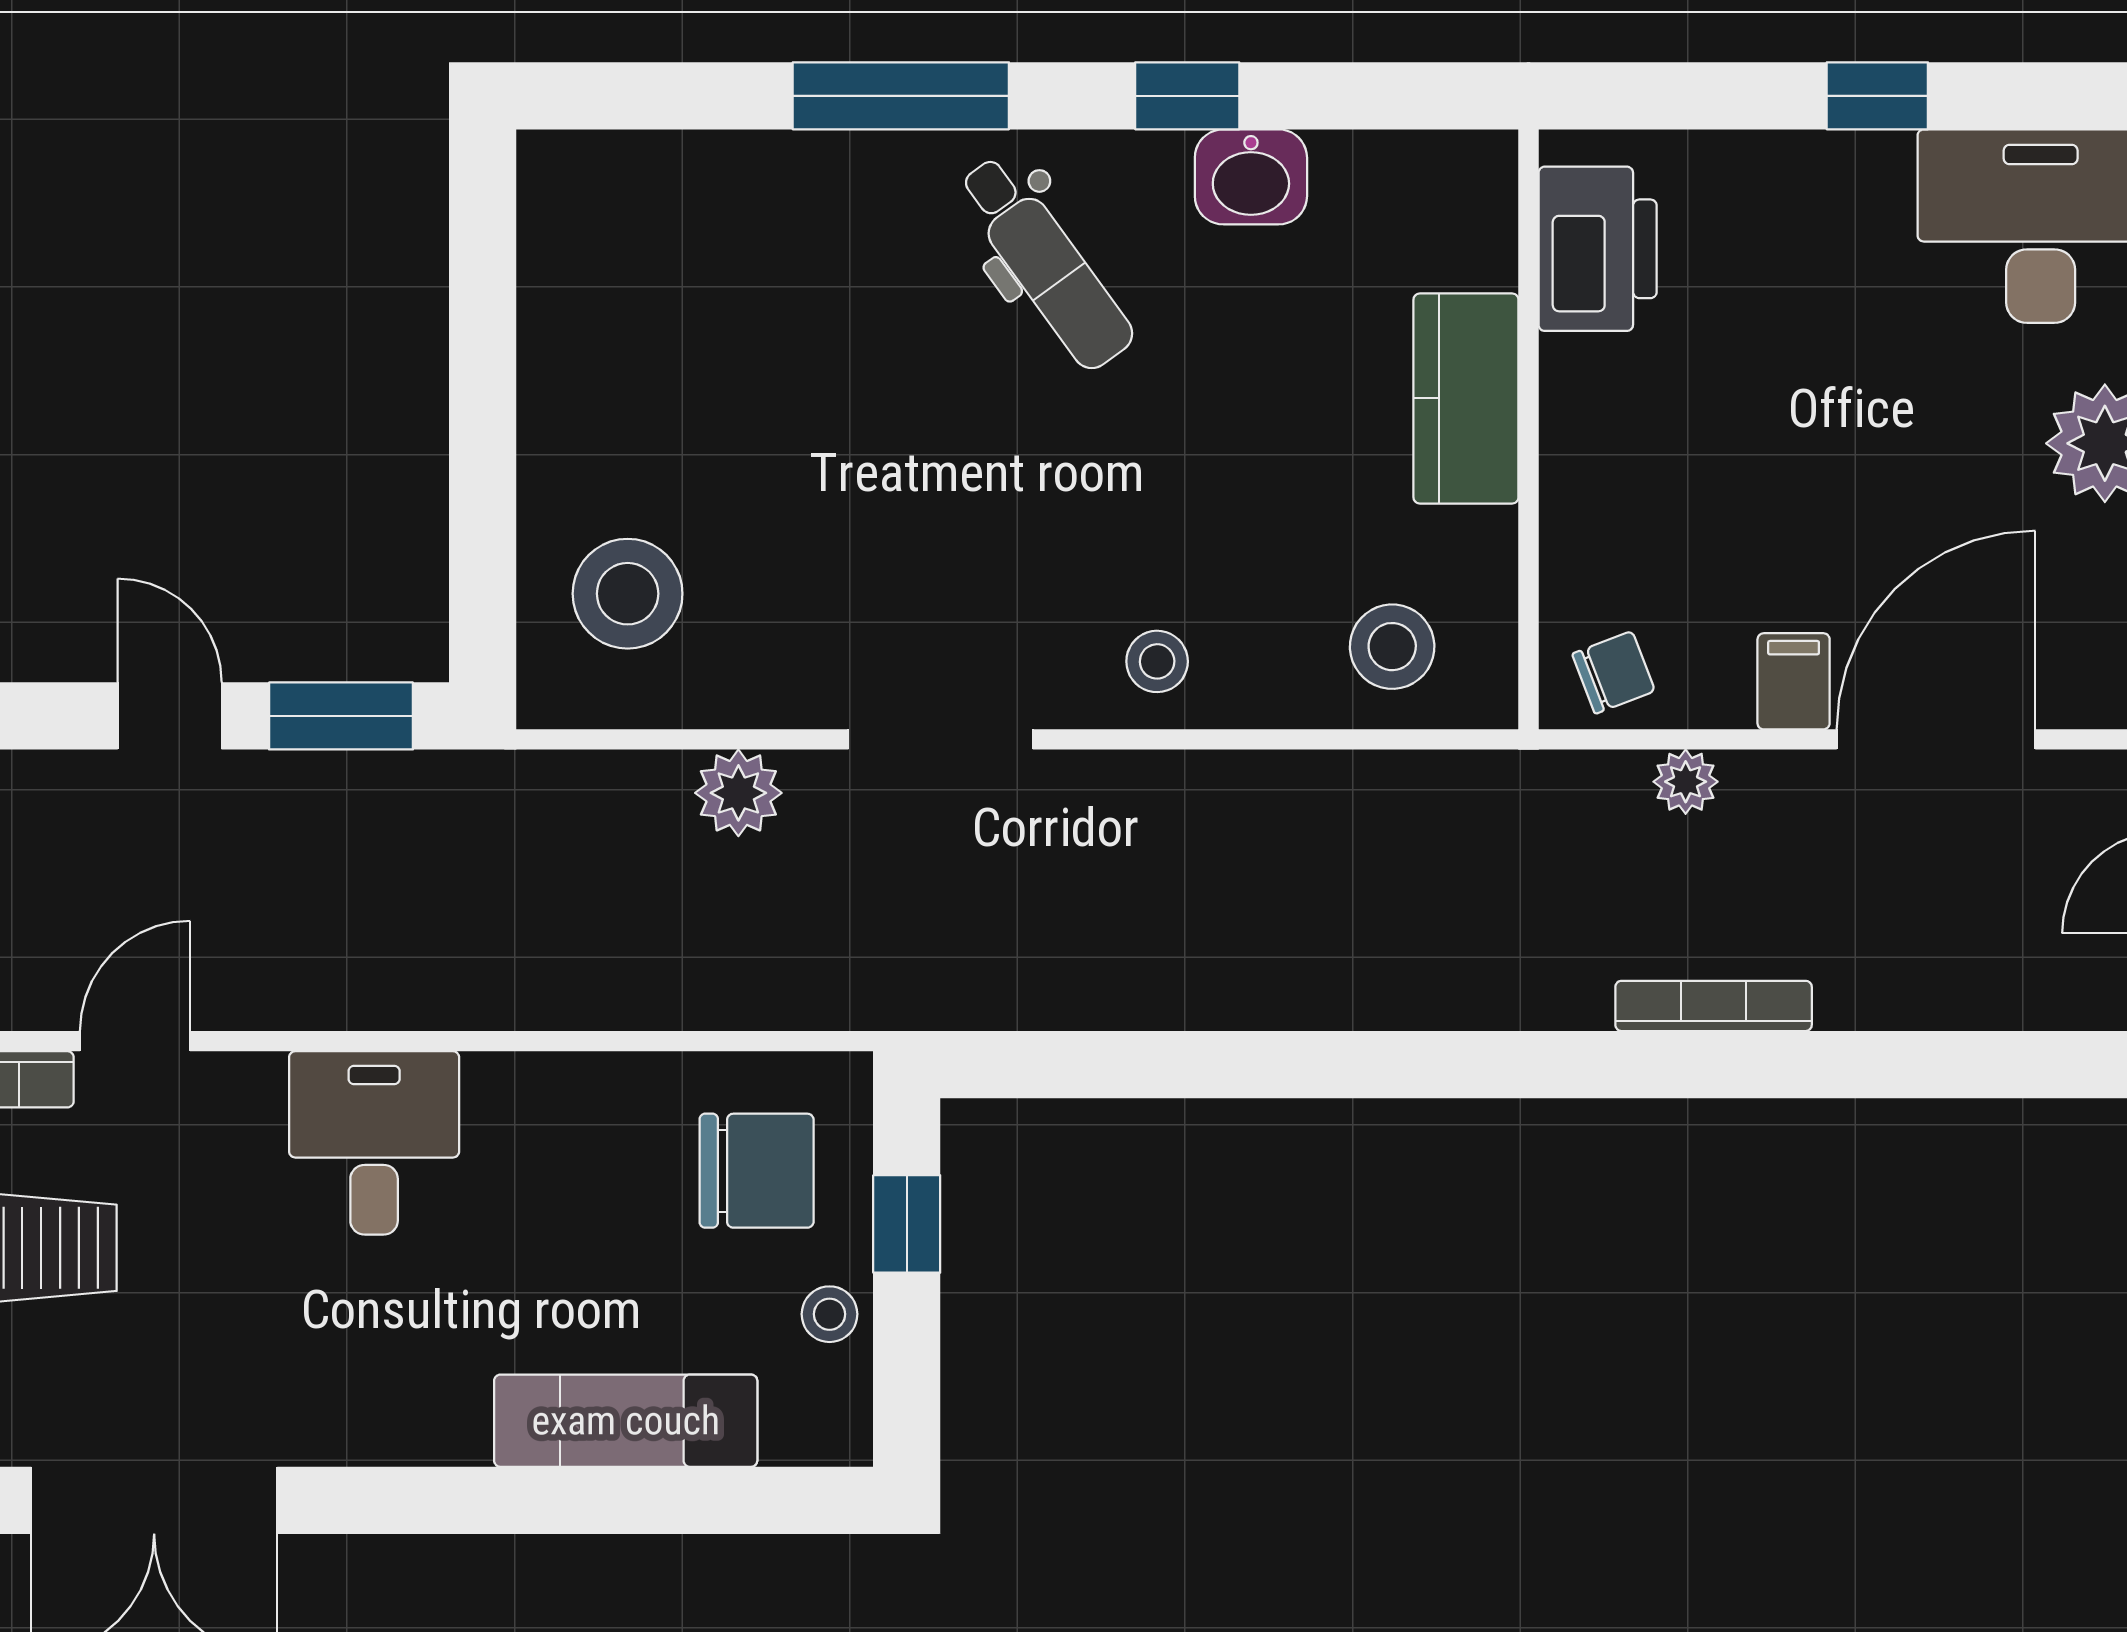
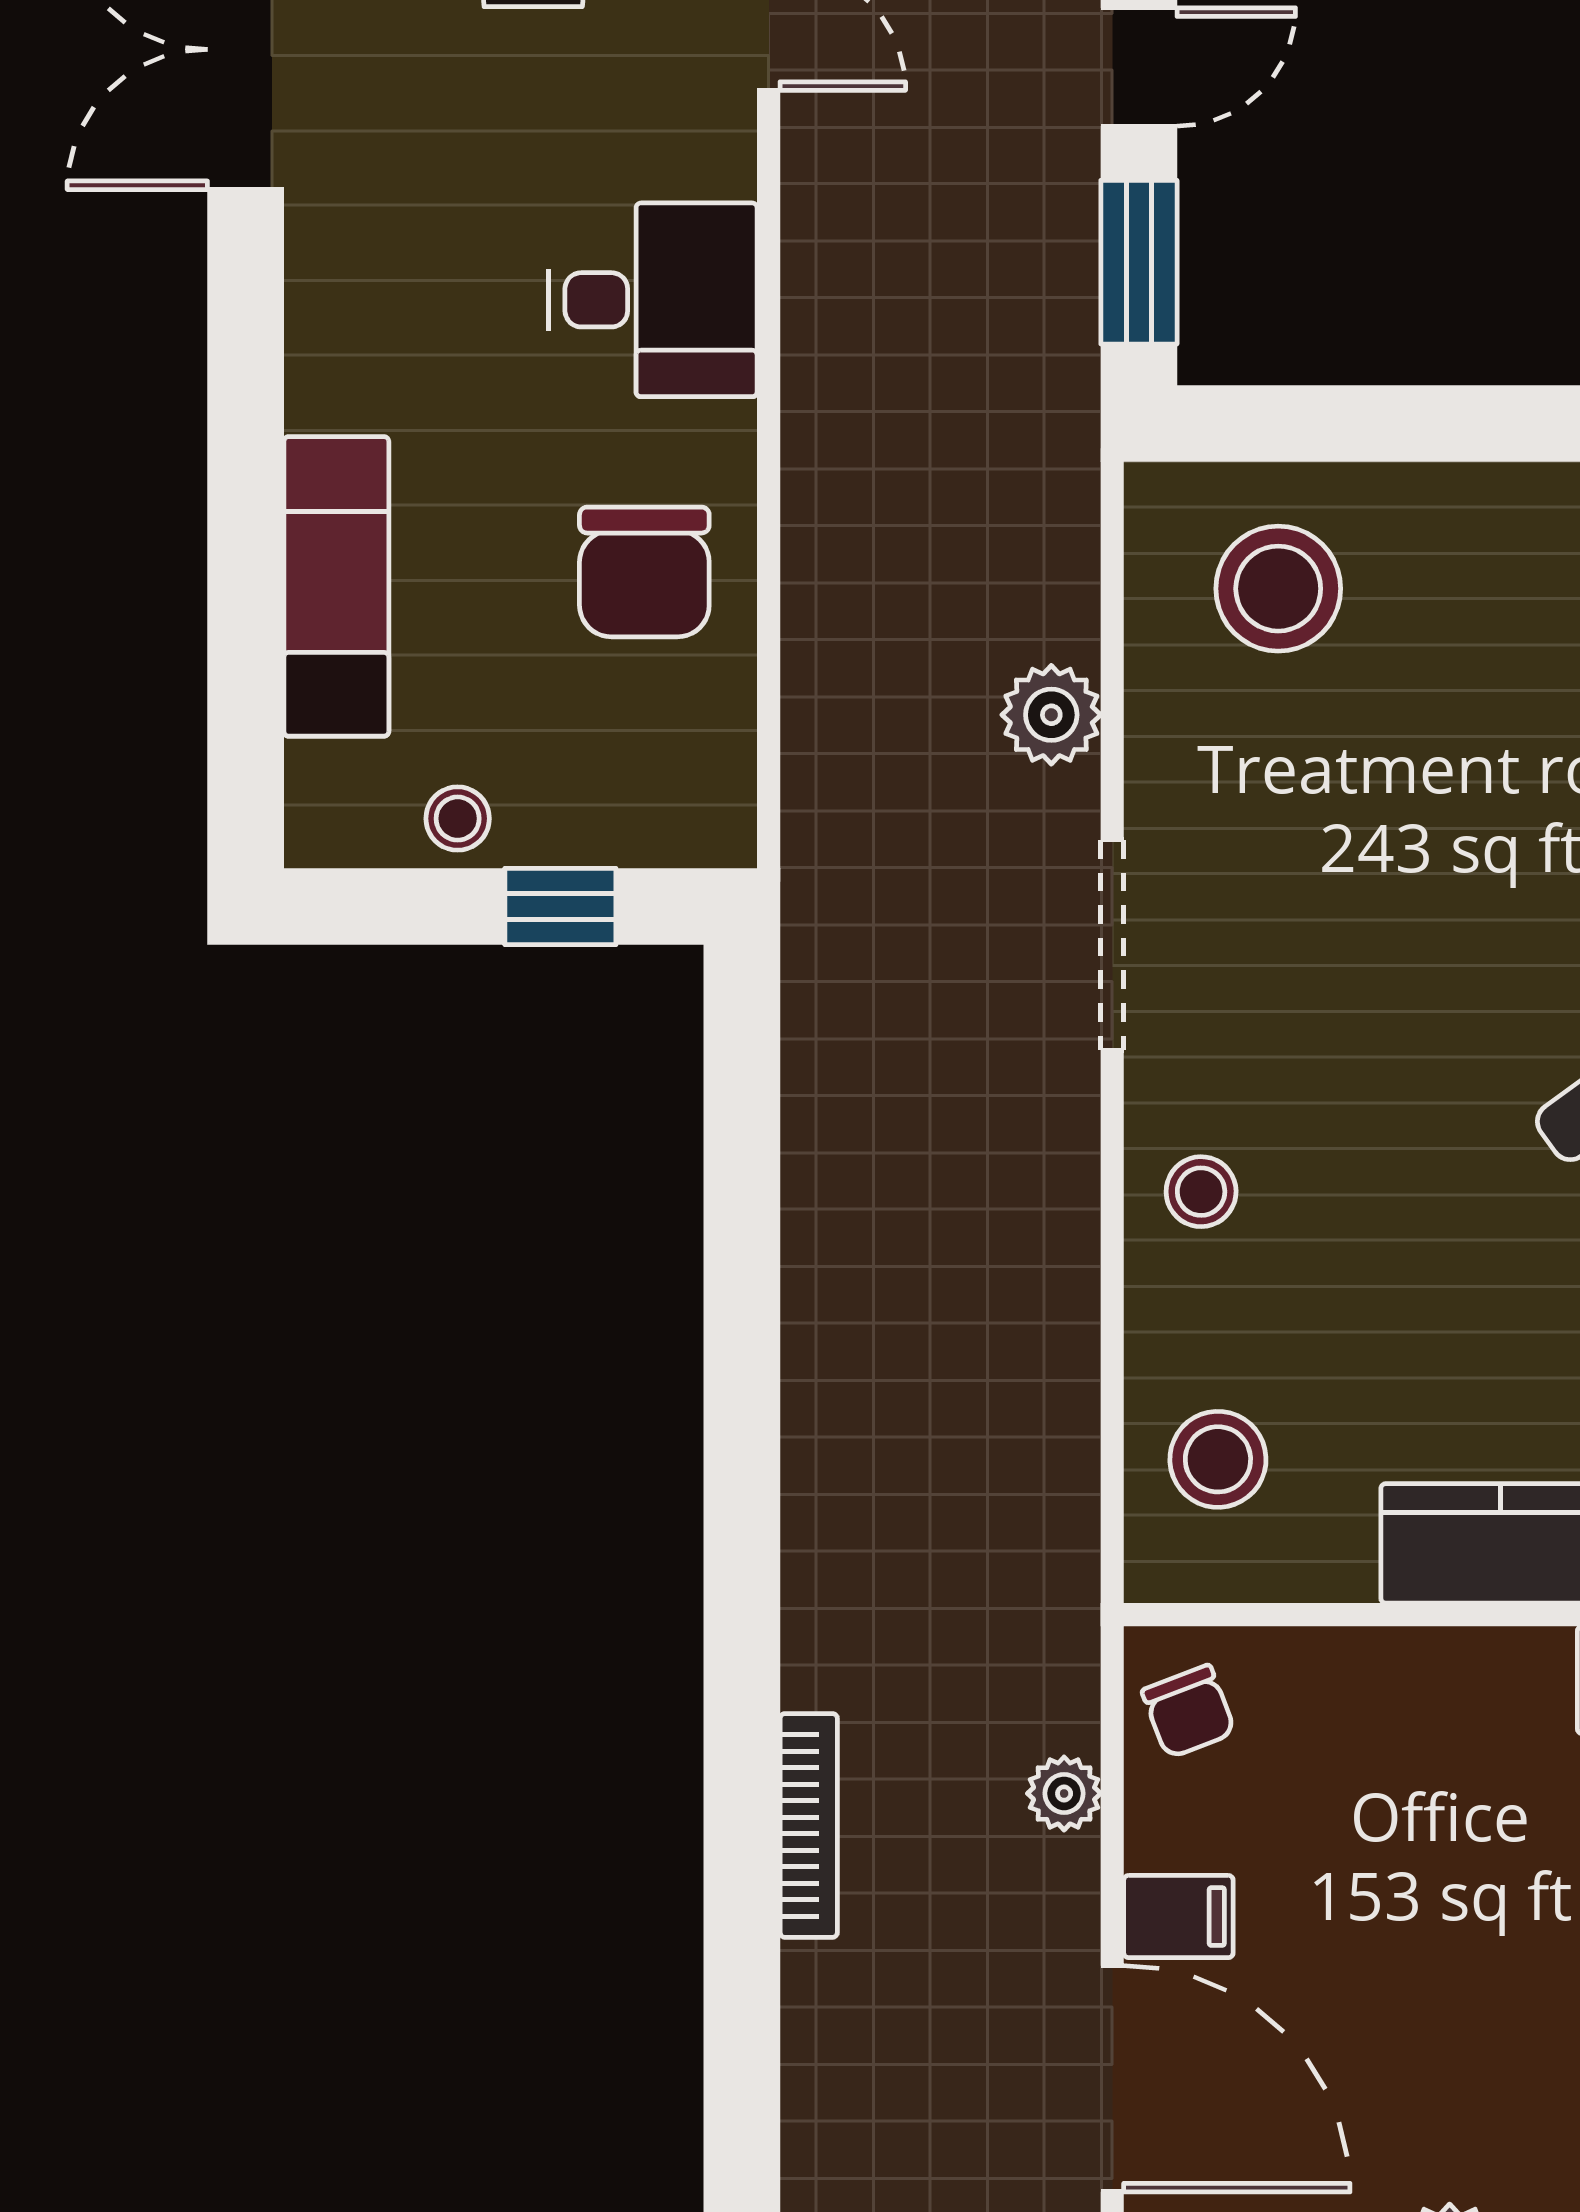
chair: (757, 1171) -> (644, 572), moved

